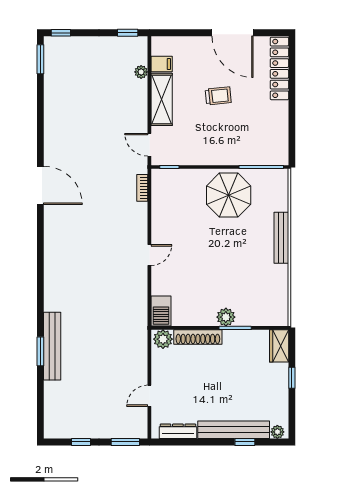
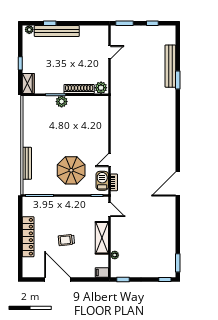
filing cabinet: (162, 64) -> (102, 272), moved
locker: (279, 68) -> (28, 237), moved
door: (40, 185) -> (178, 184), hinge flipped
parasol: (229, 195) -> (71, 170), moved
bench: (281, 238) -> (27, 163), moved
door: (149, 255) -> (109, 160), moved
barbecue: (161, 311) -> (102, 181), moved
bench: (52, 346) -> (170, 66), moved
dresser: (178, 431) -> (92, 30), removed

